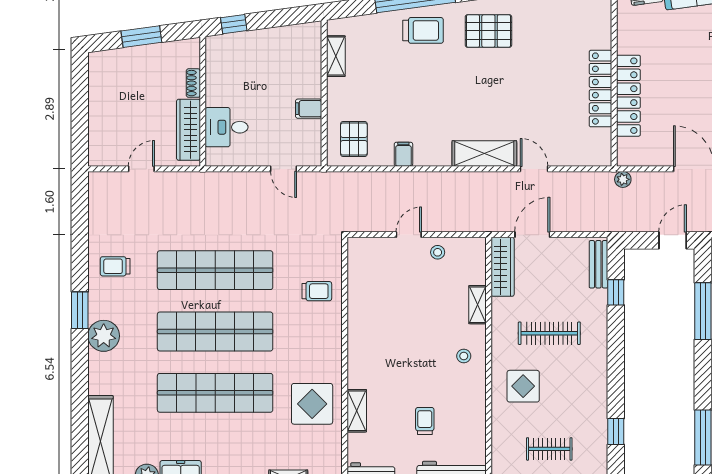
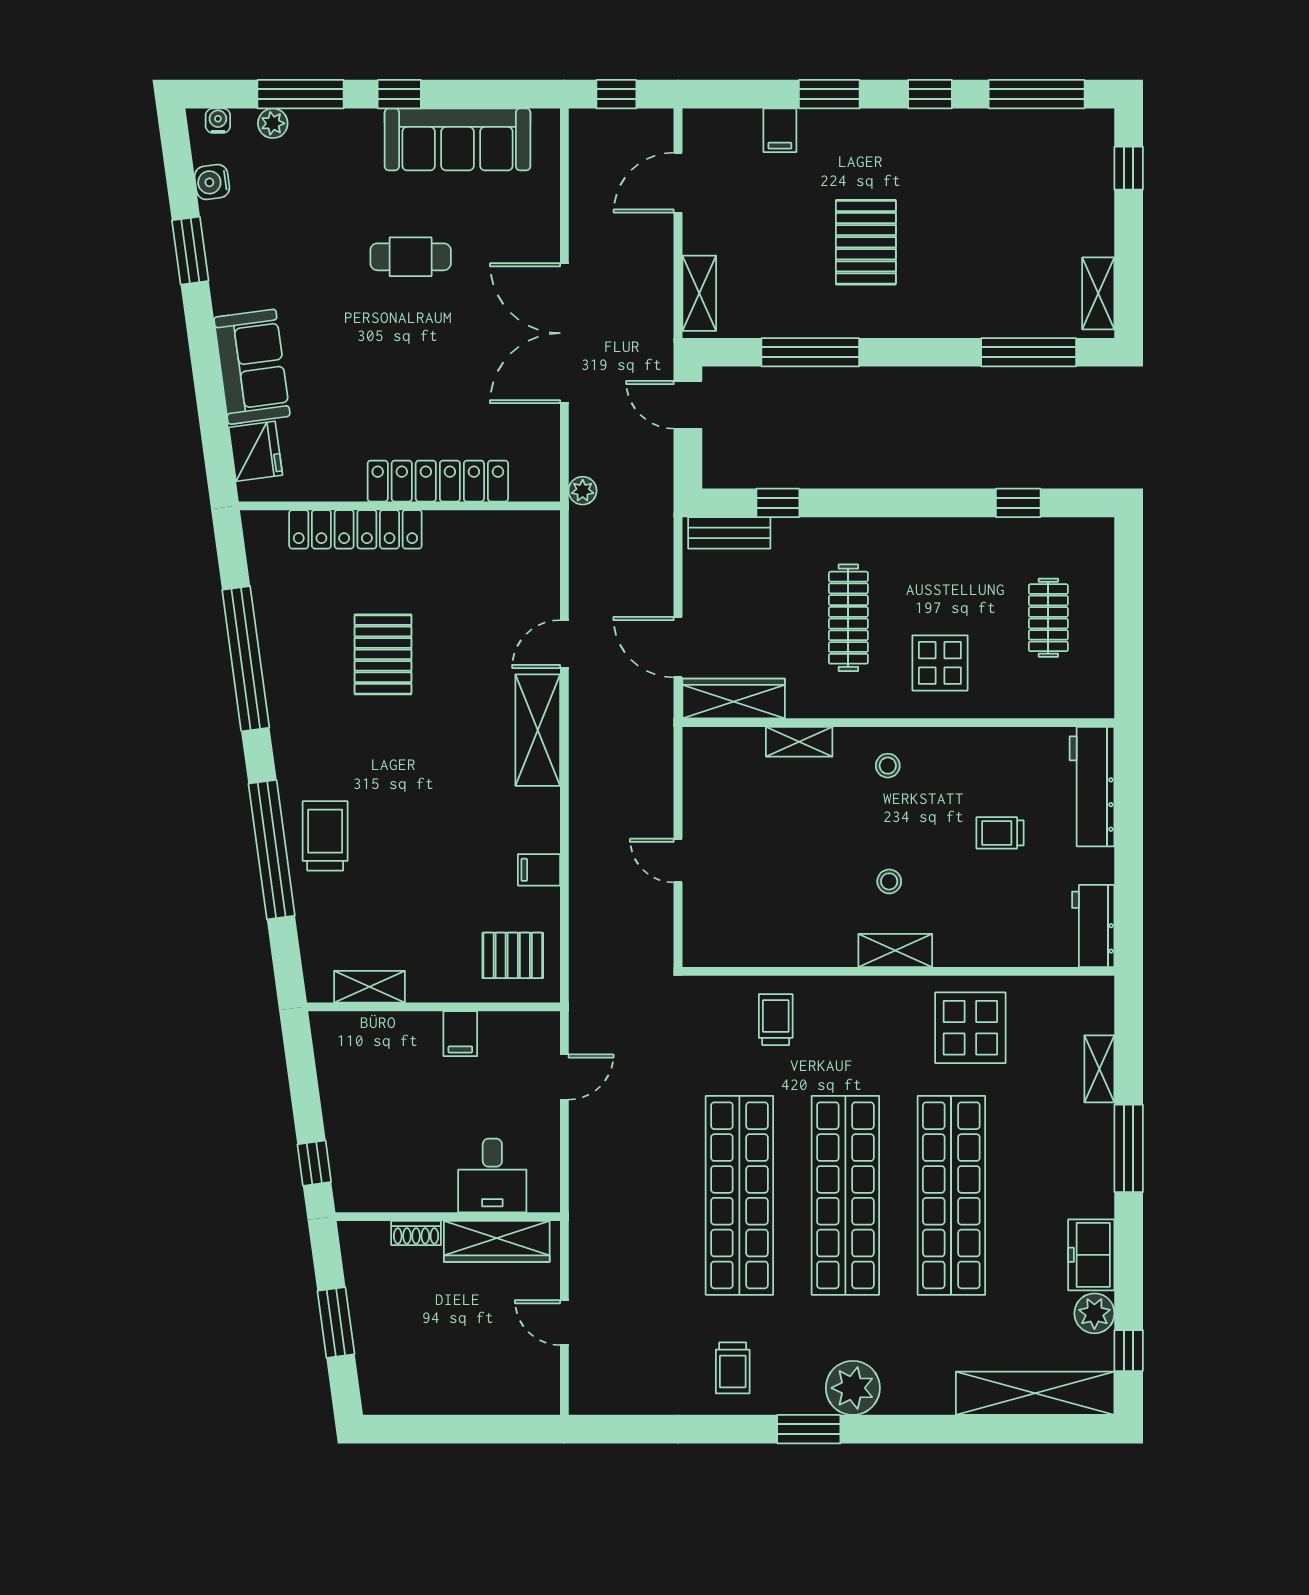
pallet: (488, 31) -> (383, 654), moved
locker: (600, 89) -> (355, 529), moved
stool: (438, 252) -> (889, 881), moved
shelving: (357, 411) -> (895, 951), moved

